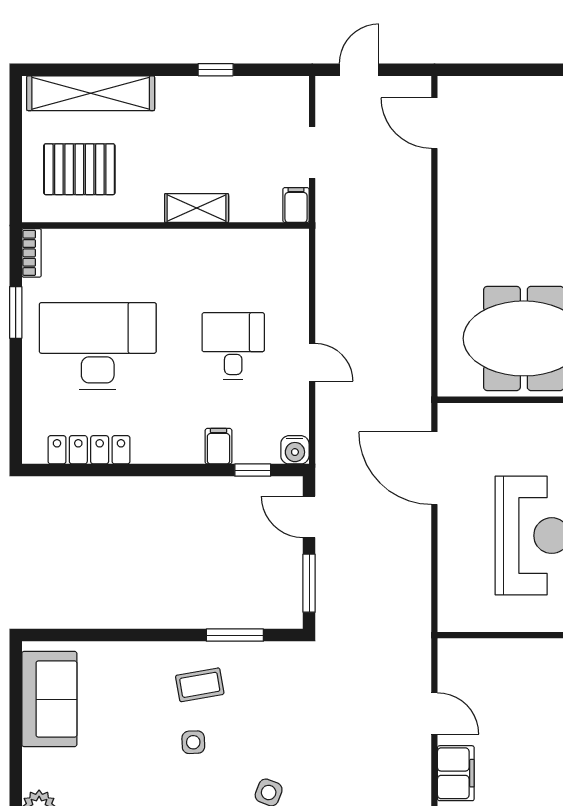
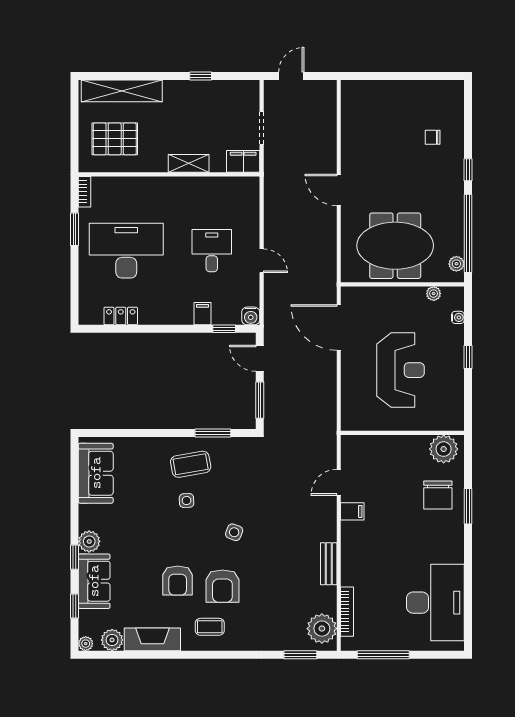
door: (434, 123) -> (339, 190), moved
filing cabinet: (296, 205) -> (243, 161), width x2.00
locker: (89, 450) -> (121, 316), width x0.66
coffee table: (200, 685) -> (191, 464), width x1.36, depth x1.30
door: (434, 713) -> (339, 482), swing flipped
filing cabinet: (456, 773) -> (352, 511), width x0.50

